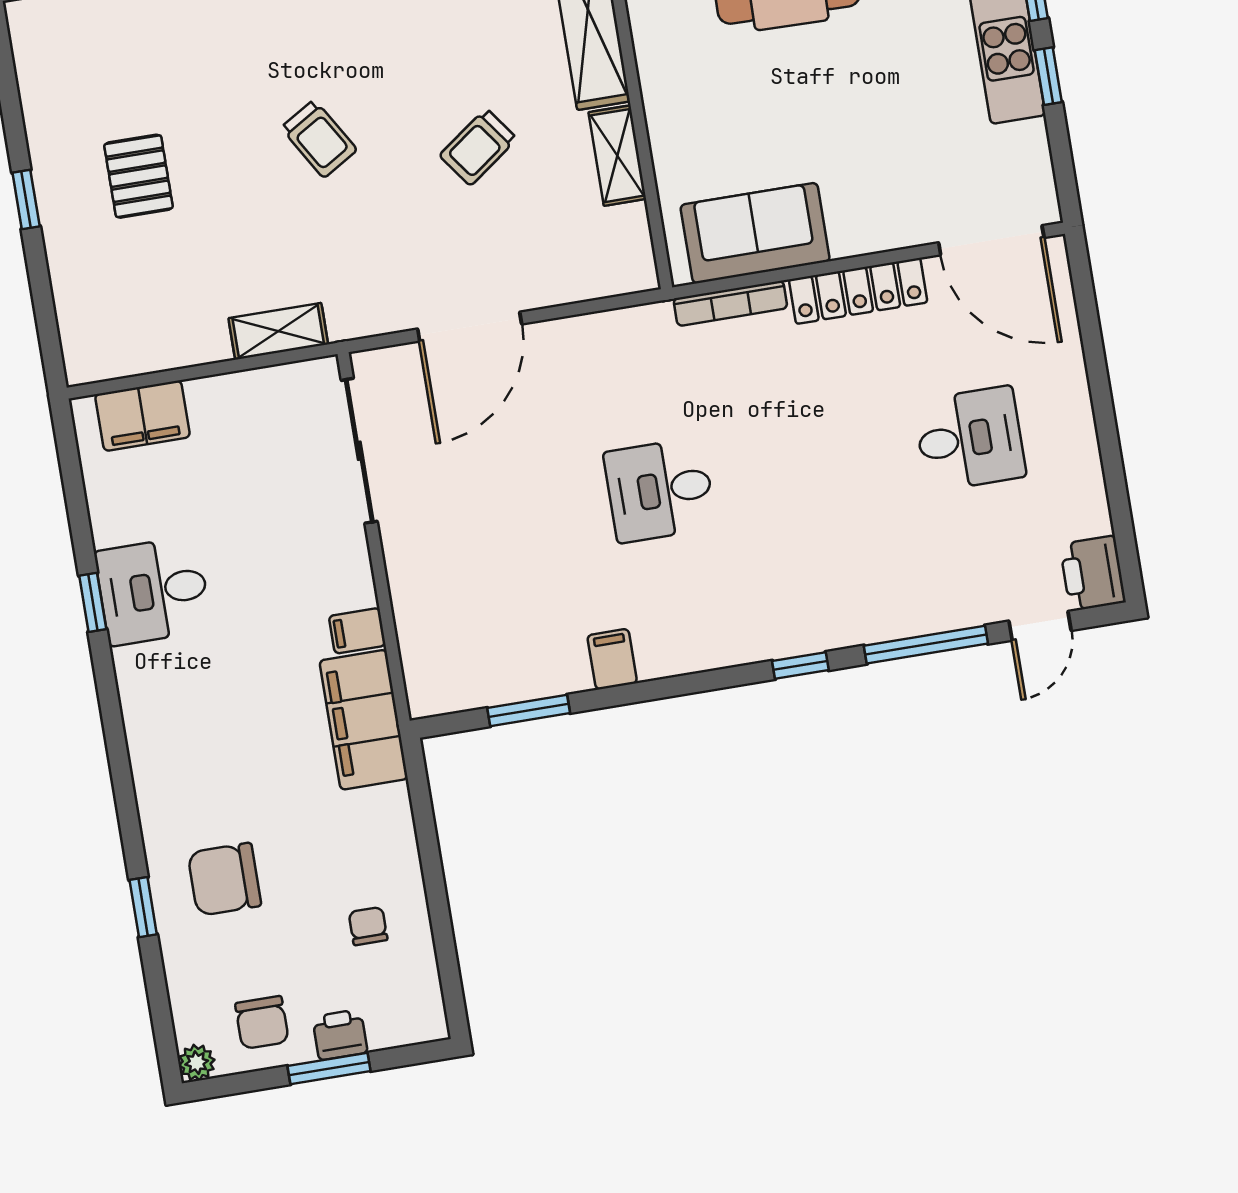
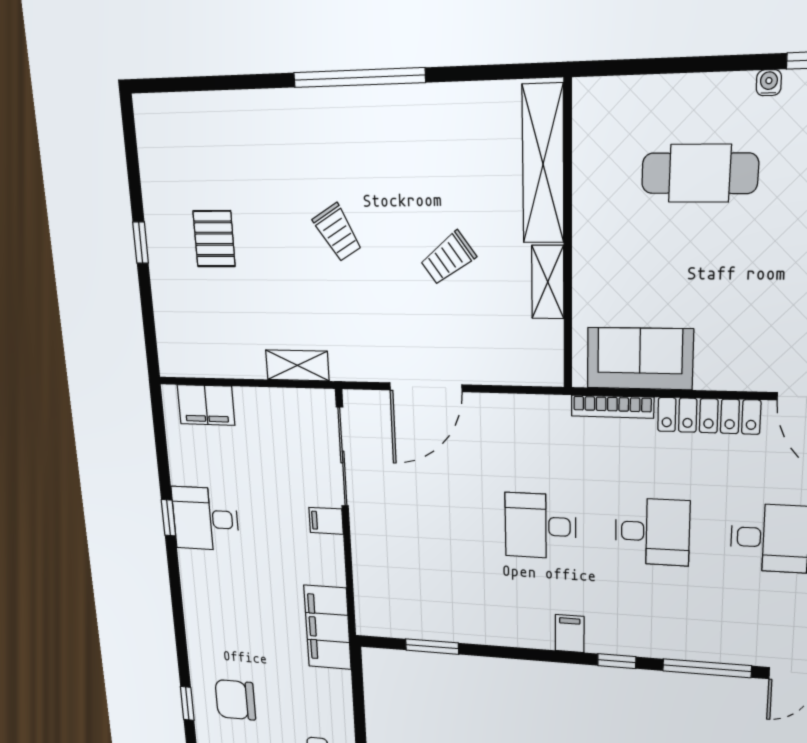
desk: (815, 464) -> (652, 532), added
filing cabinet: (357, 631) -> (326, 521), moved
filing cabinet: (612, 659) -> (570, 634), moved

